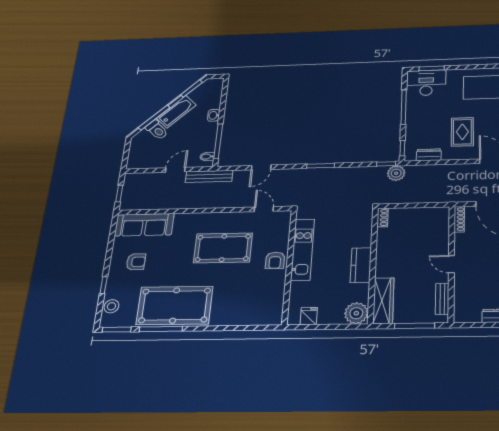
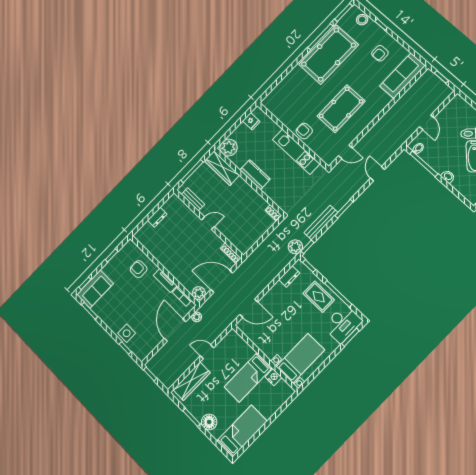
rug: (462, 132) -> (319, 297), moved
bench: (209, 176) -> (321, 223), moved

